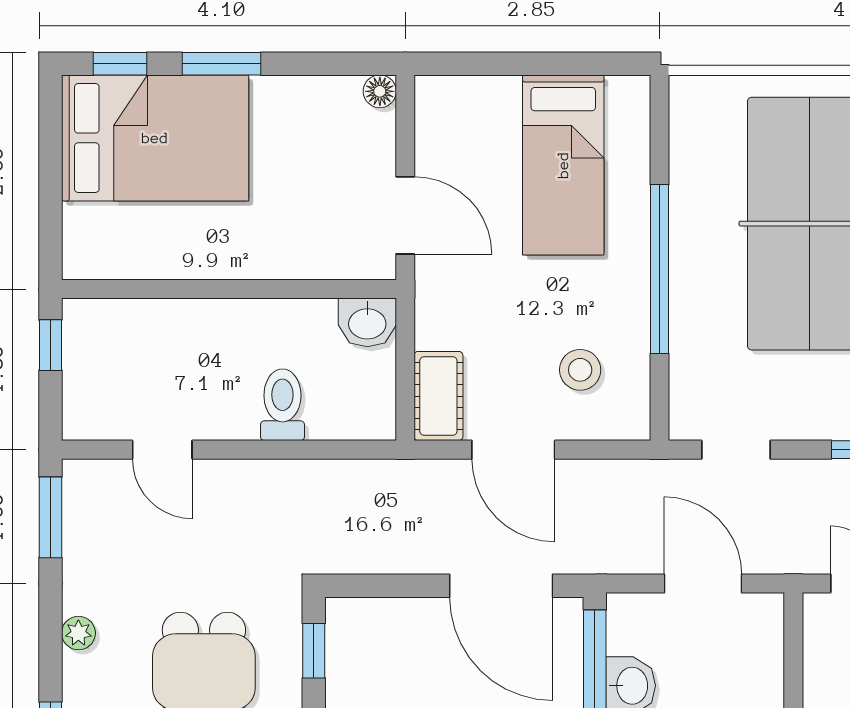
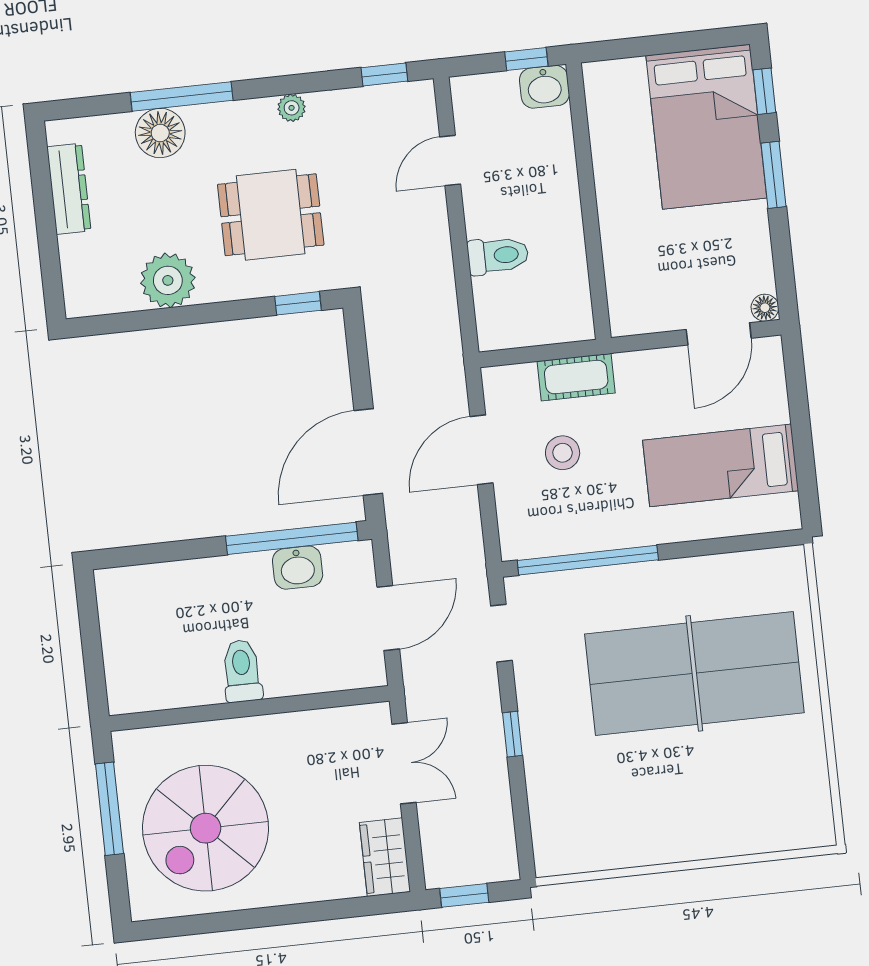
door: (405, 215) -> (719, 334), moved
window: (660, 269) -> (588, 560), moved
washbasin: (367, 322) -> (544, 87), moved, turned -90
stool: (580, 370) -> (563, 453), moved
cot: (438, 396) -> (576, 377), moved
window: (50, 517) -> (384, 74), width x0.67

